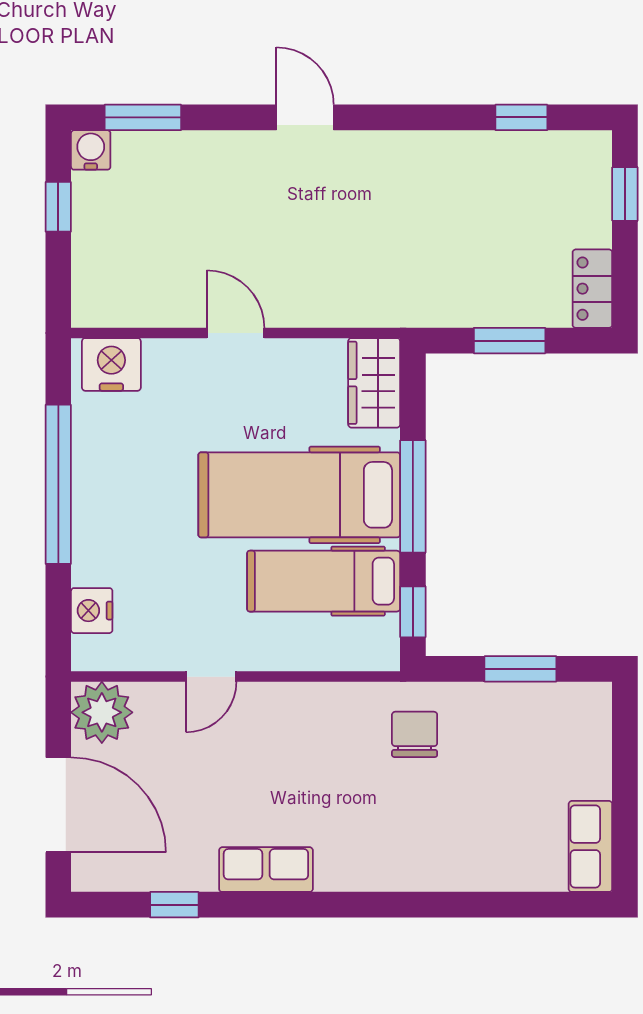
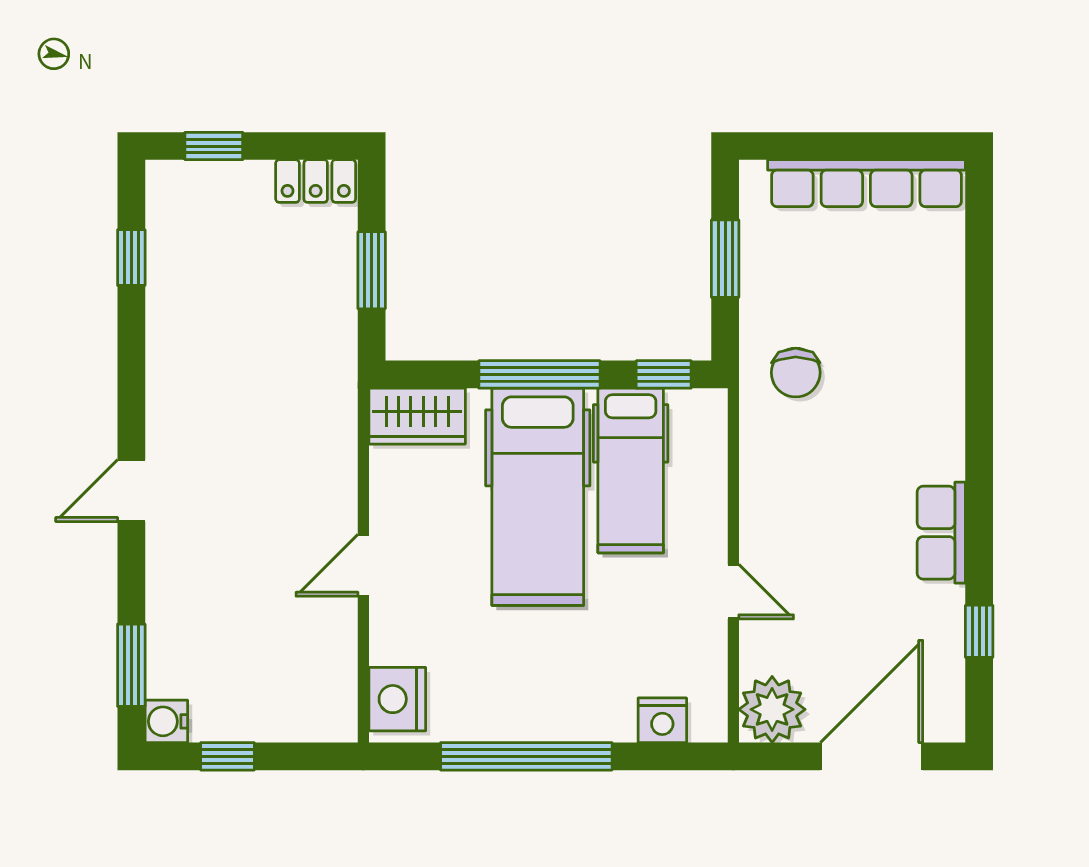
chair: (415, 734) -> (796, 373), turned -90
row of seats: (590, 846) -> (867, 183), width x2.02

